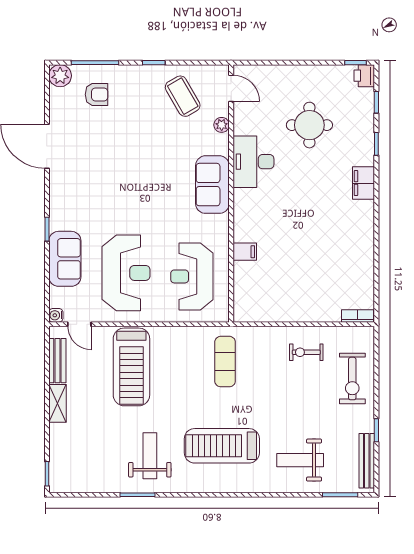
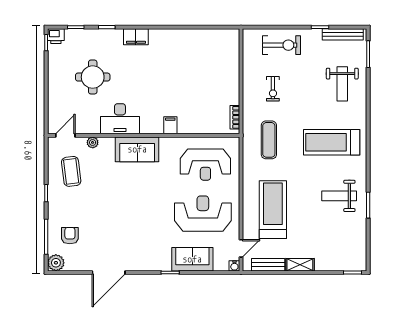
coffee table: (183, 96) -> (71, 171), turned -67
filing cabinet: (245, 252) -> (170, 125), moved
bookcase: (357, 316) -> (235, 117), moved
exercise bike: (306, 352) -> (273, 89), moved
exercise mat: (225, 362) -> (269, 140), turned 90
treadmill: (131, 367) -> (273, 210), turned -90
treadmill: (222, 446) -> (332, 142), turned 90

